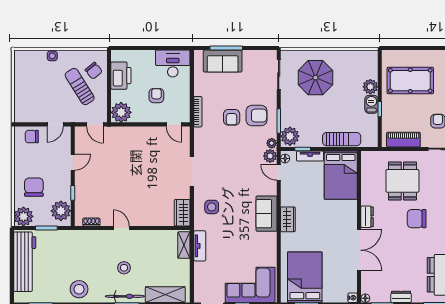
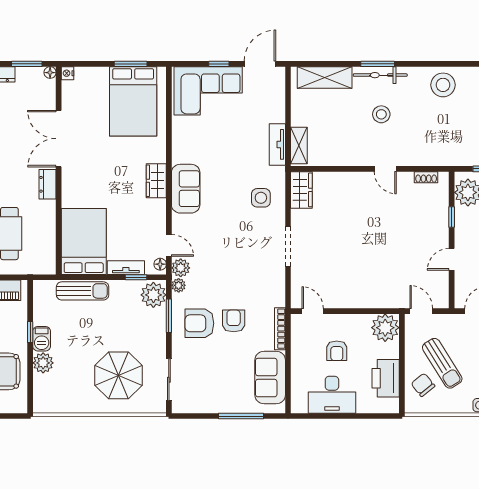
sofa: (223, 61) -> (270, 378), moved, turned -90
desk: (173, 63) -> (332, 395), moved
sun lounger: (342, 139) -> (83, 291), turned 180

